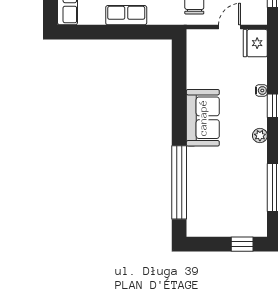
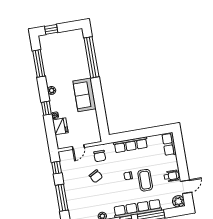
row of seats: (126, 15) -> (131, 145), width x1.48
fridge: (255, 43) -> (60, 126), moved

